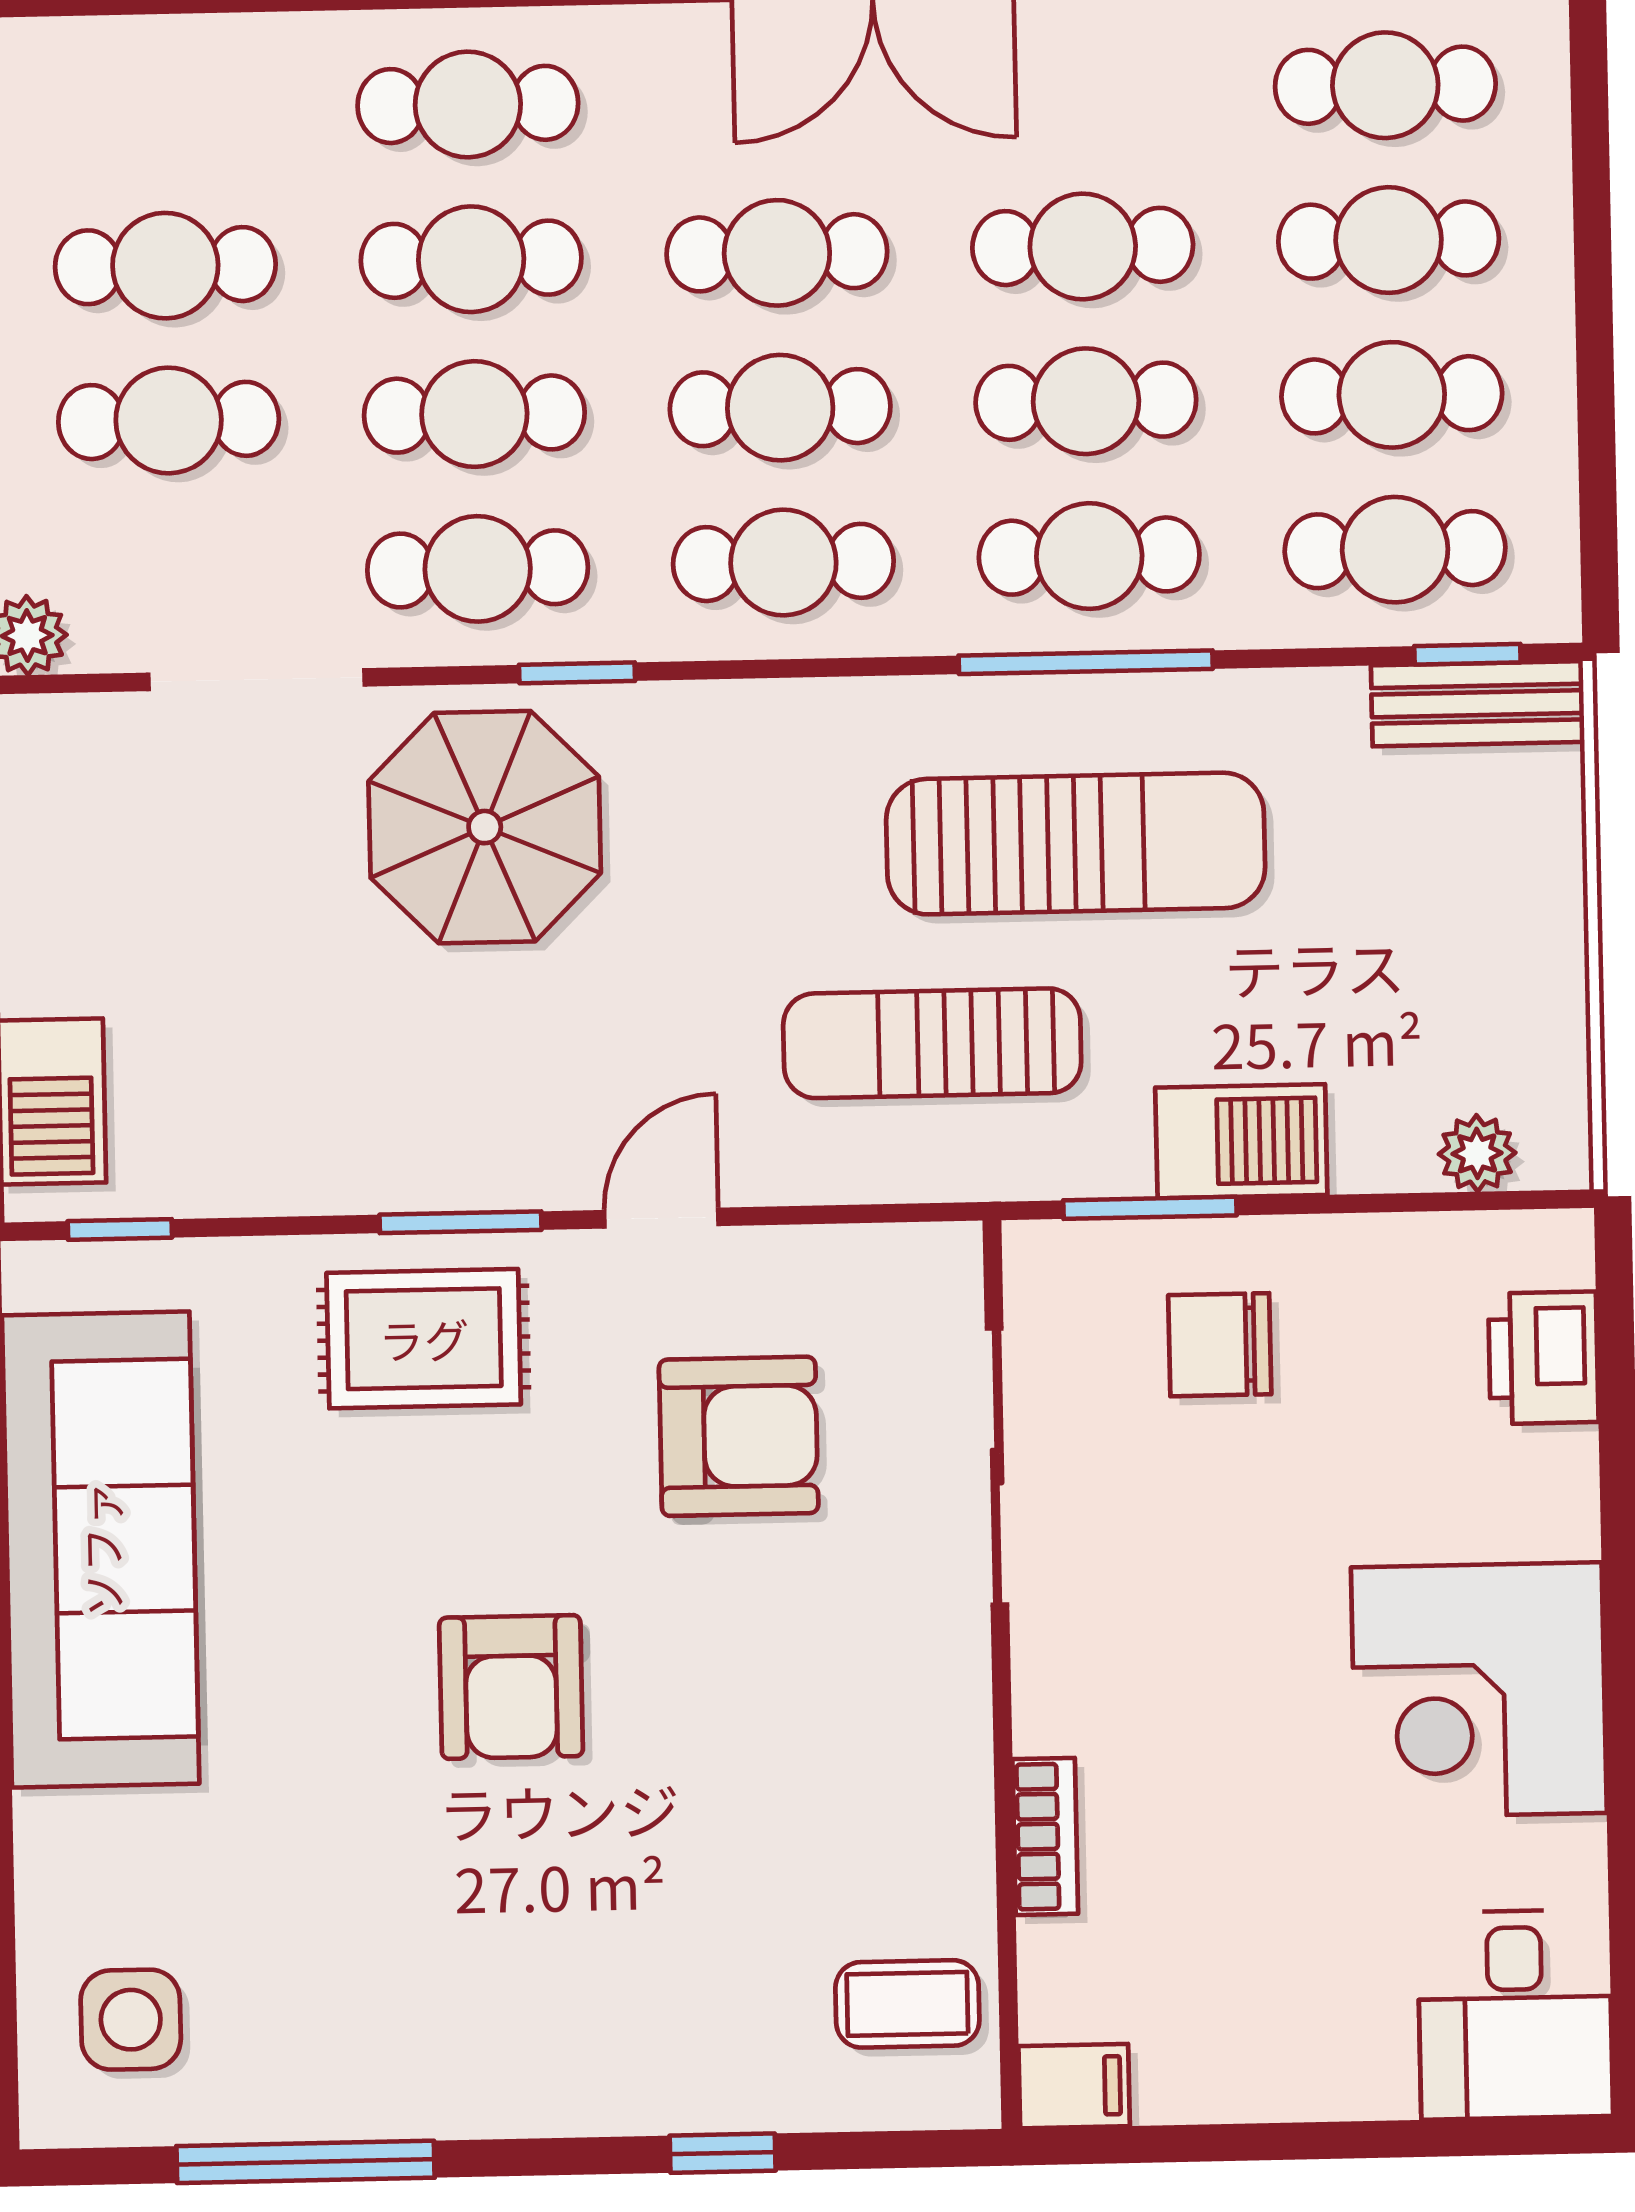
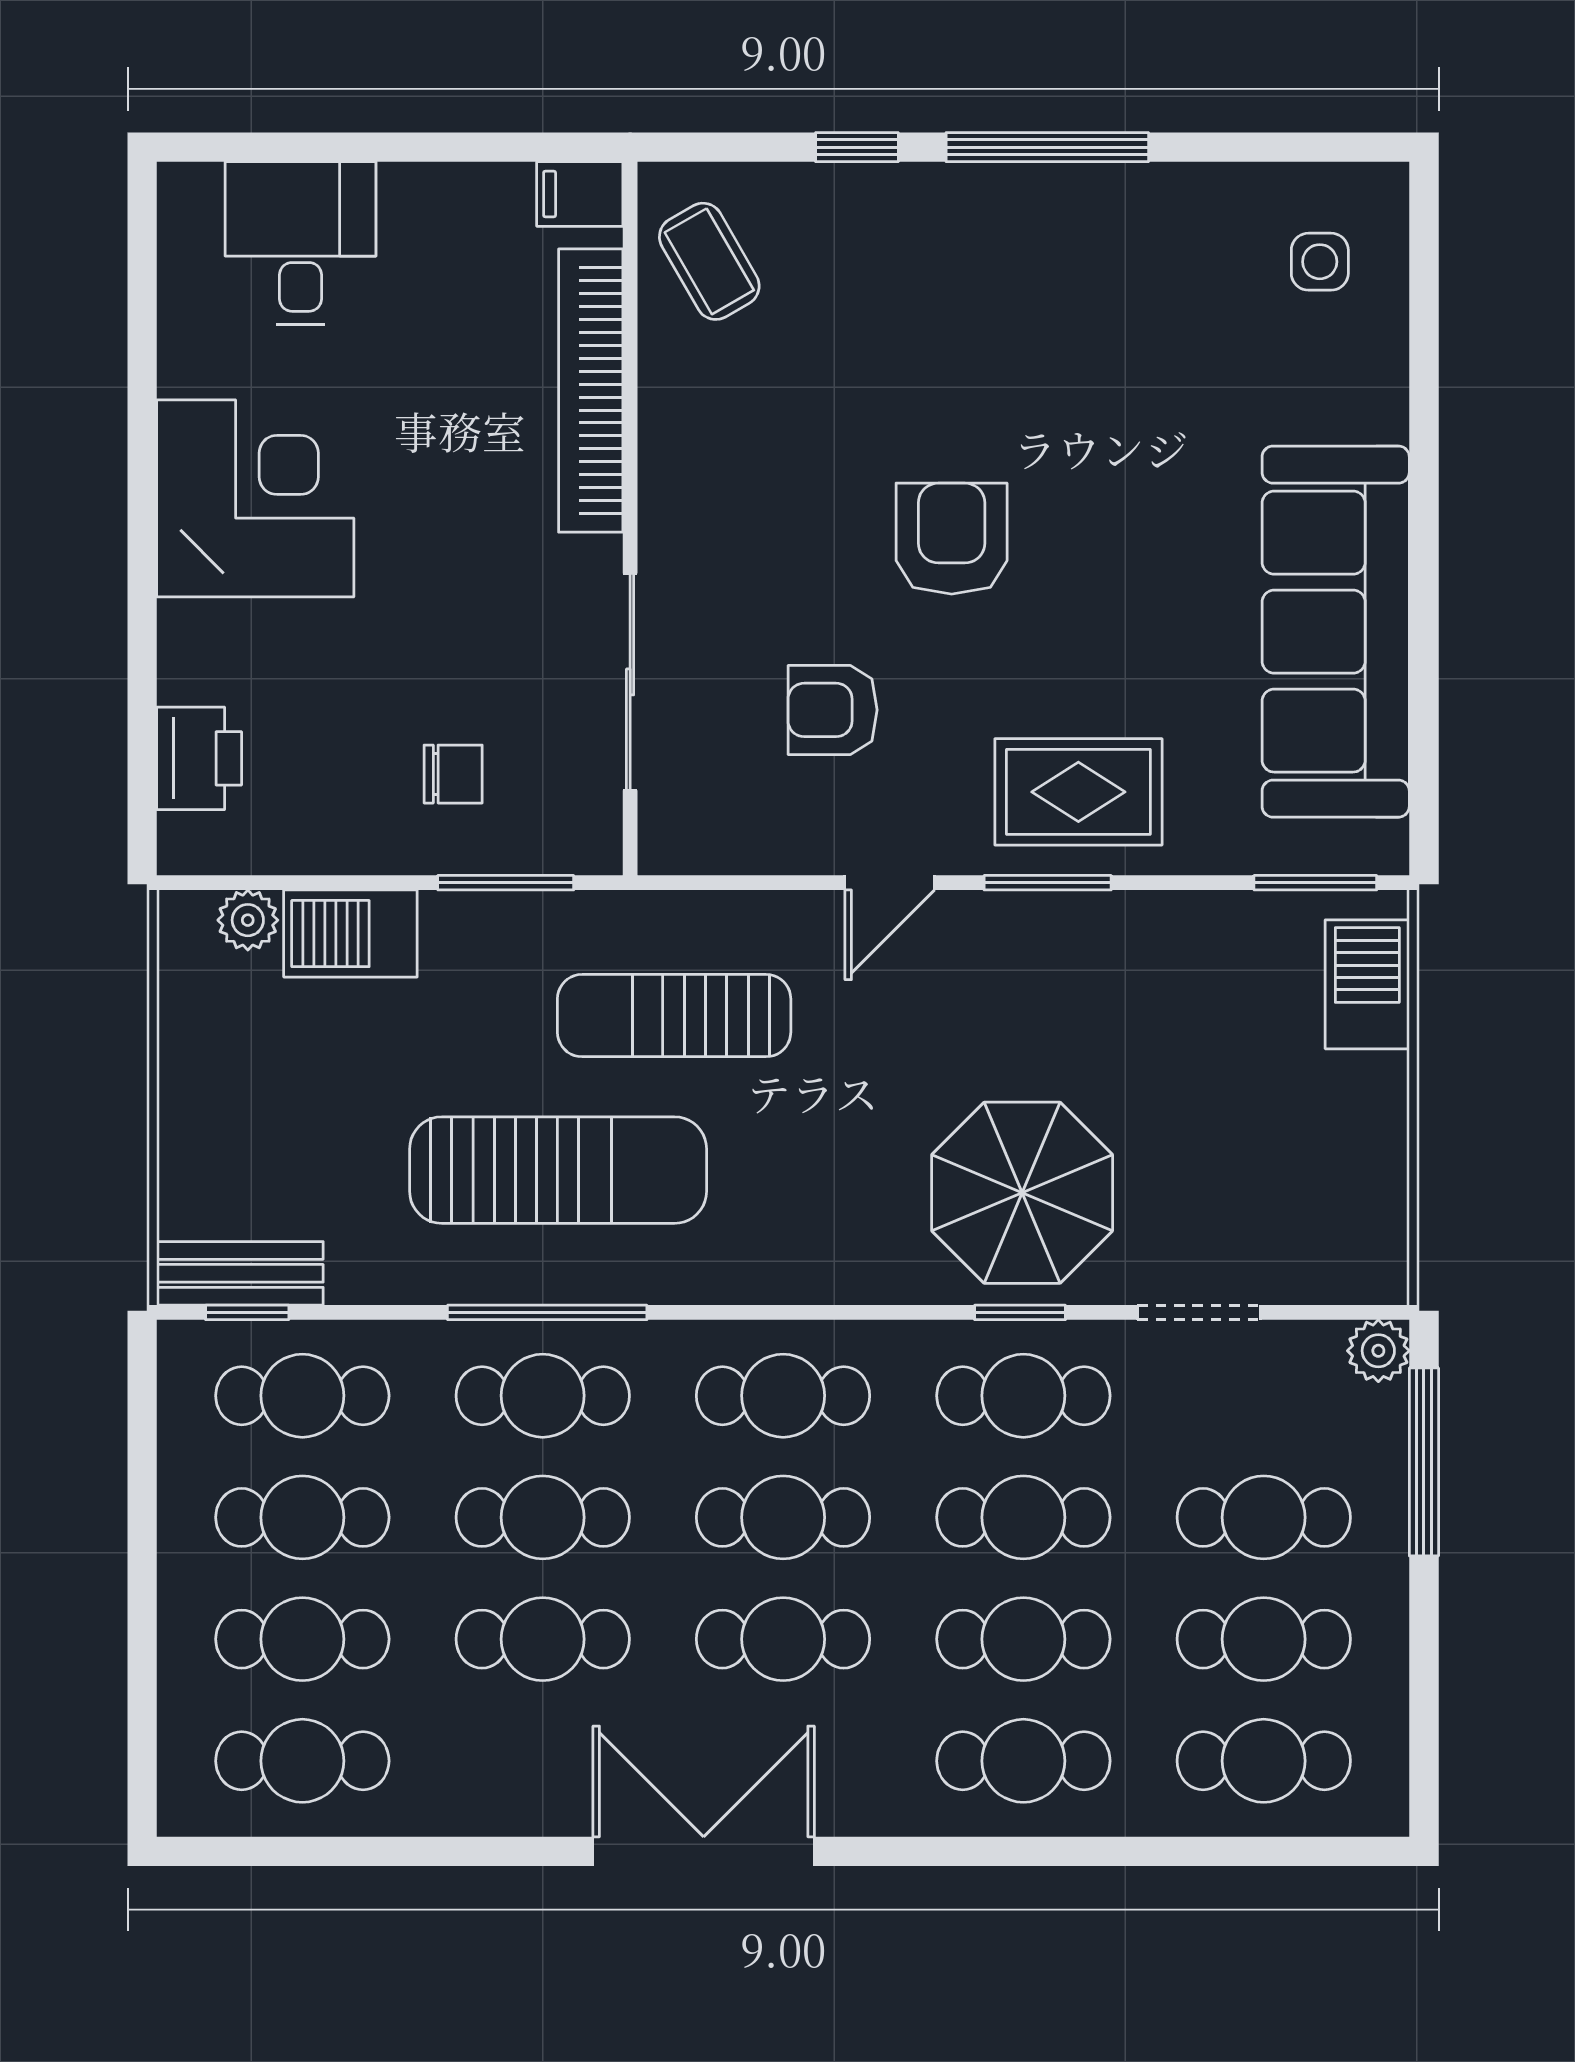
cafe table: (162, 111) -> (1264, 1761), added
window: (577, 673) -> (1020, 1312), moved
doorway: (256, 680) -> (1199, 1312), width x0.73
sun lounger: (1076, 844) -> (558, 1170), turned 180
sun lounger: (932, 1043) -> (674, 1016), turned 180
barbecue: (1241, 1141) -> (350, 934), moved
window: (120, 1229) -> (1315, 883), width x1.50
chair: (1220, 1345) -> (453, 774), width x0.73, depth x0.73
armchair: (739, 1436) -> (833, 710), width x0.72, depth x0.72
armchair: (511, 1687) -> (952, 539), moved
bookcase: (1045, 1836) -> (591, 391), width x2.31, depth x1.31
coffee table: (907, 2004) -> (709, 261), turned 60
desk: (1515, 2014) -> (300, 243), moved
side table: (131, 2020) -> (1320, 262), width x0.73, depth x0.73
window: (305, 2162) -> (1047, 147), moved

